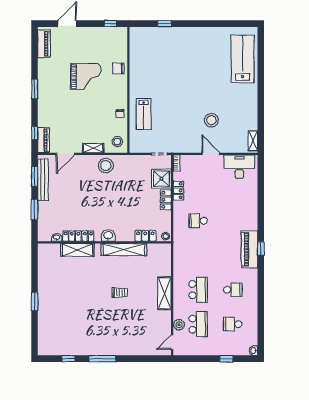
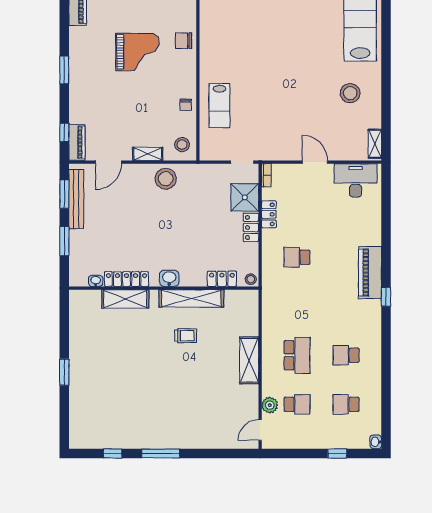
stool: (211, 120) -> (350, 93), moved
piano: (249, 249) -> (370, 273), moved
school desk: (233, 290) -> (346, 355), turned 180
trolley: (120, 293) -> (186, 336), moved
school desk: (198, 324) -> (297, 404), width x0.54

